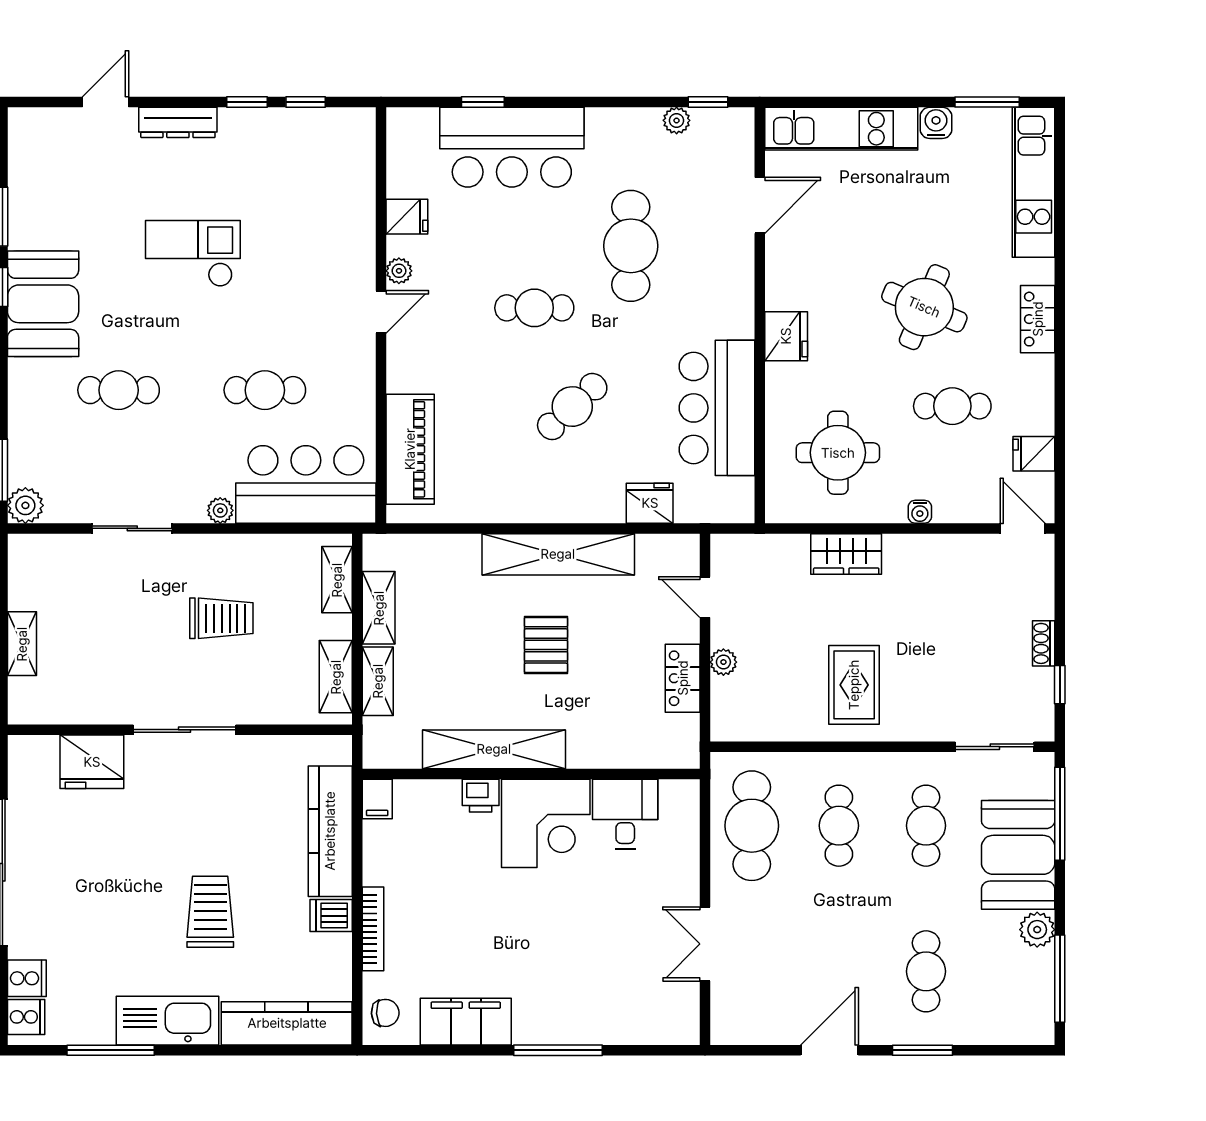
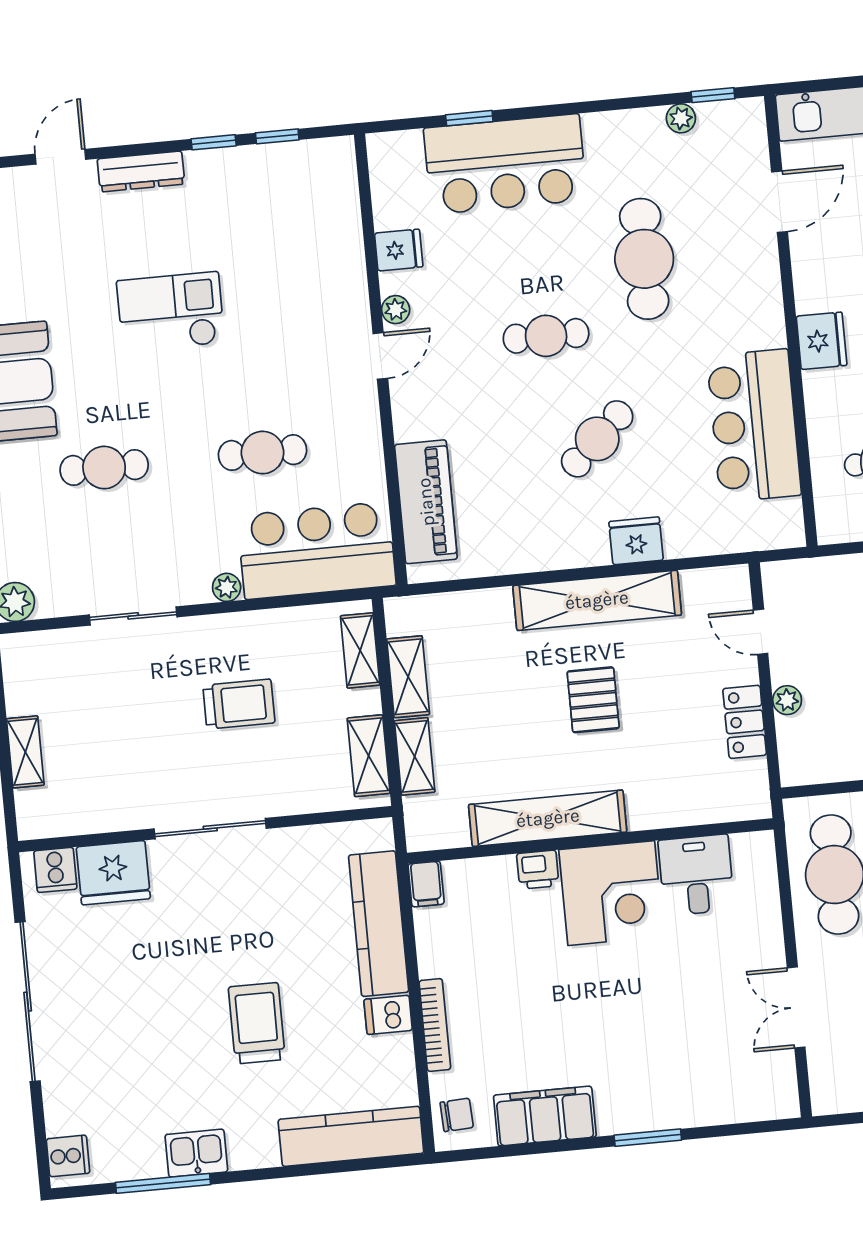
fridge: (650, 503) -> (636, 541), moved
cooker: (27, 978) -> (55, 870), moved, turned 90
kitchen sink: (167, 1021) -> (196, 1153), width x0.53, depth x0.81
window: (558, 1050) -> (648, 1138), width x0.69

